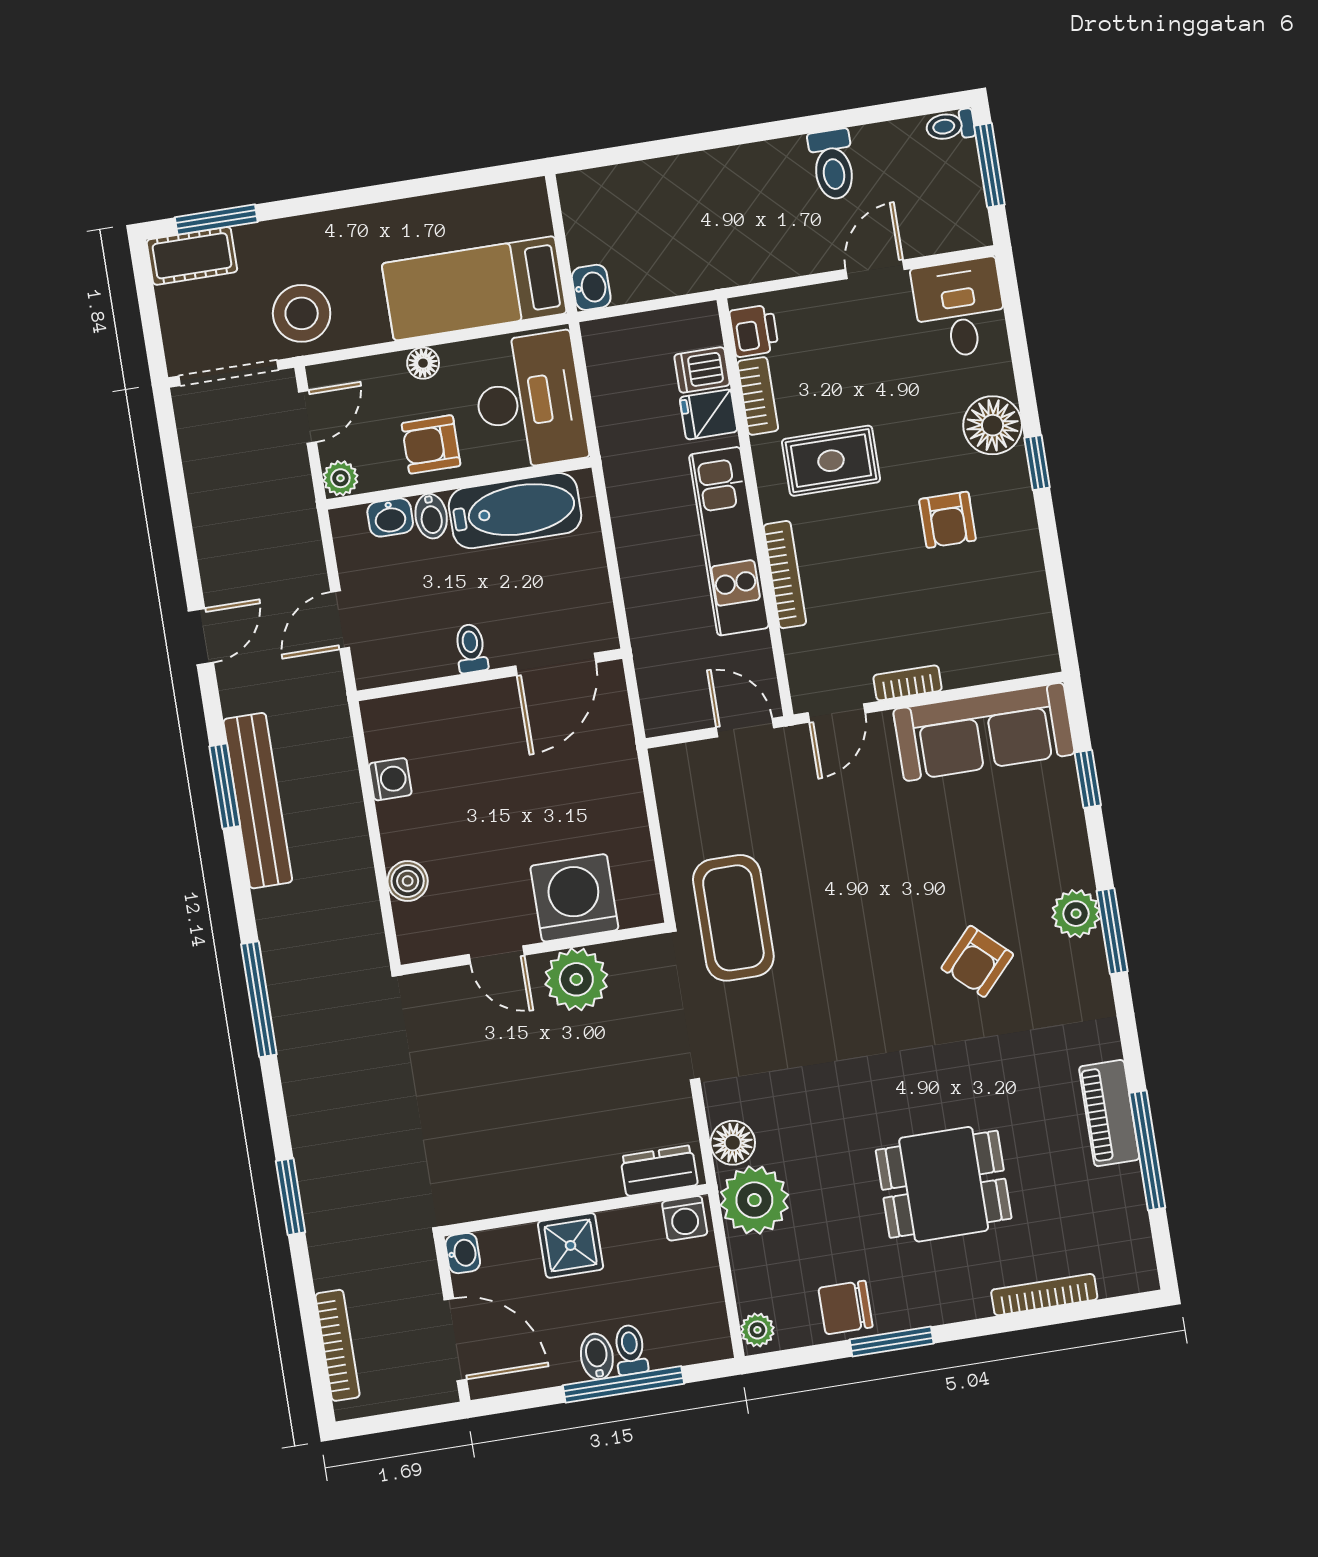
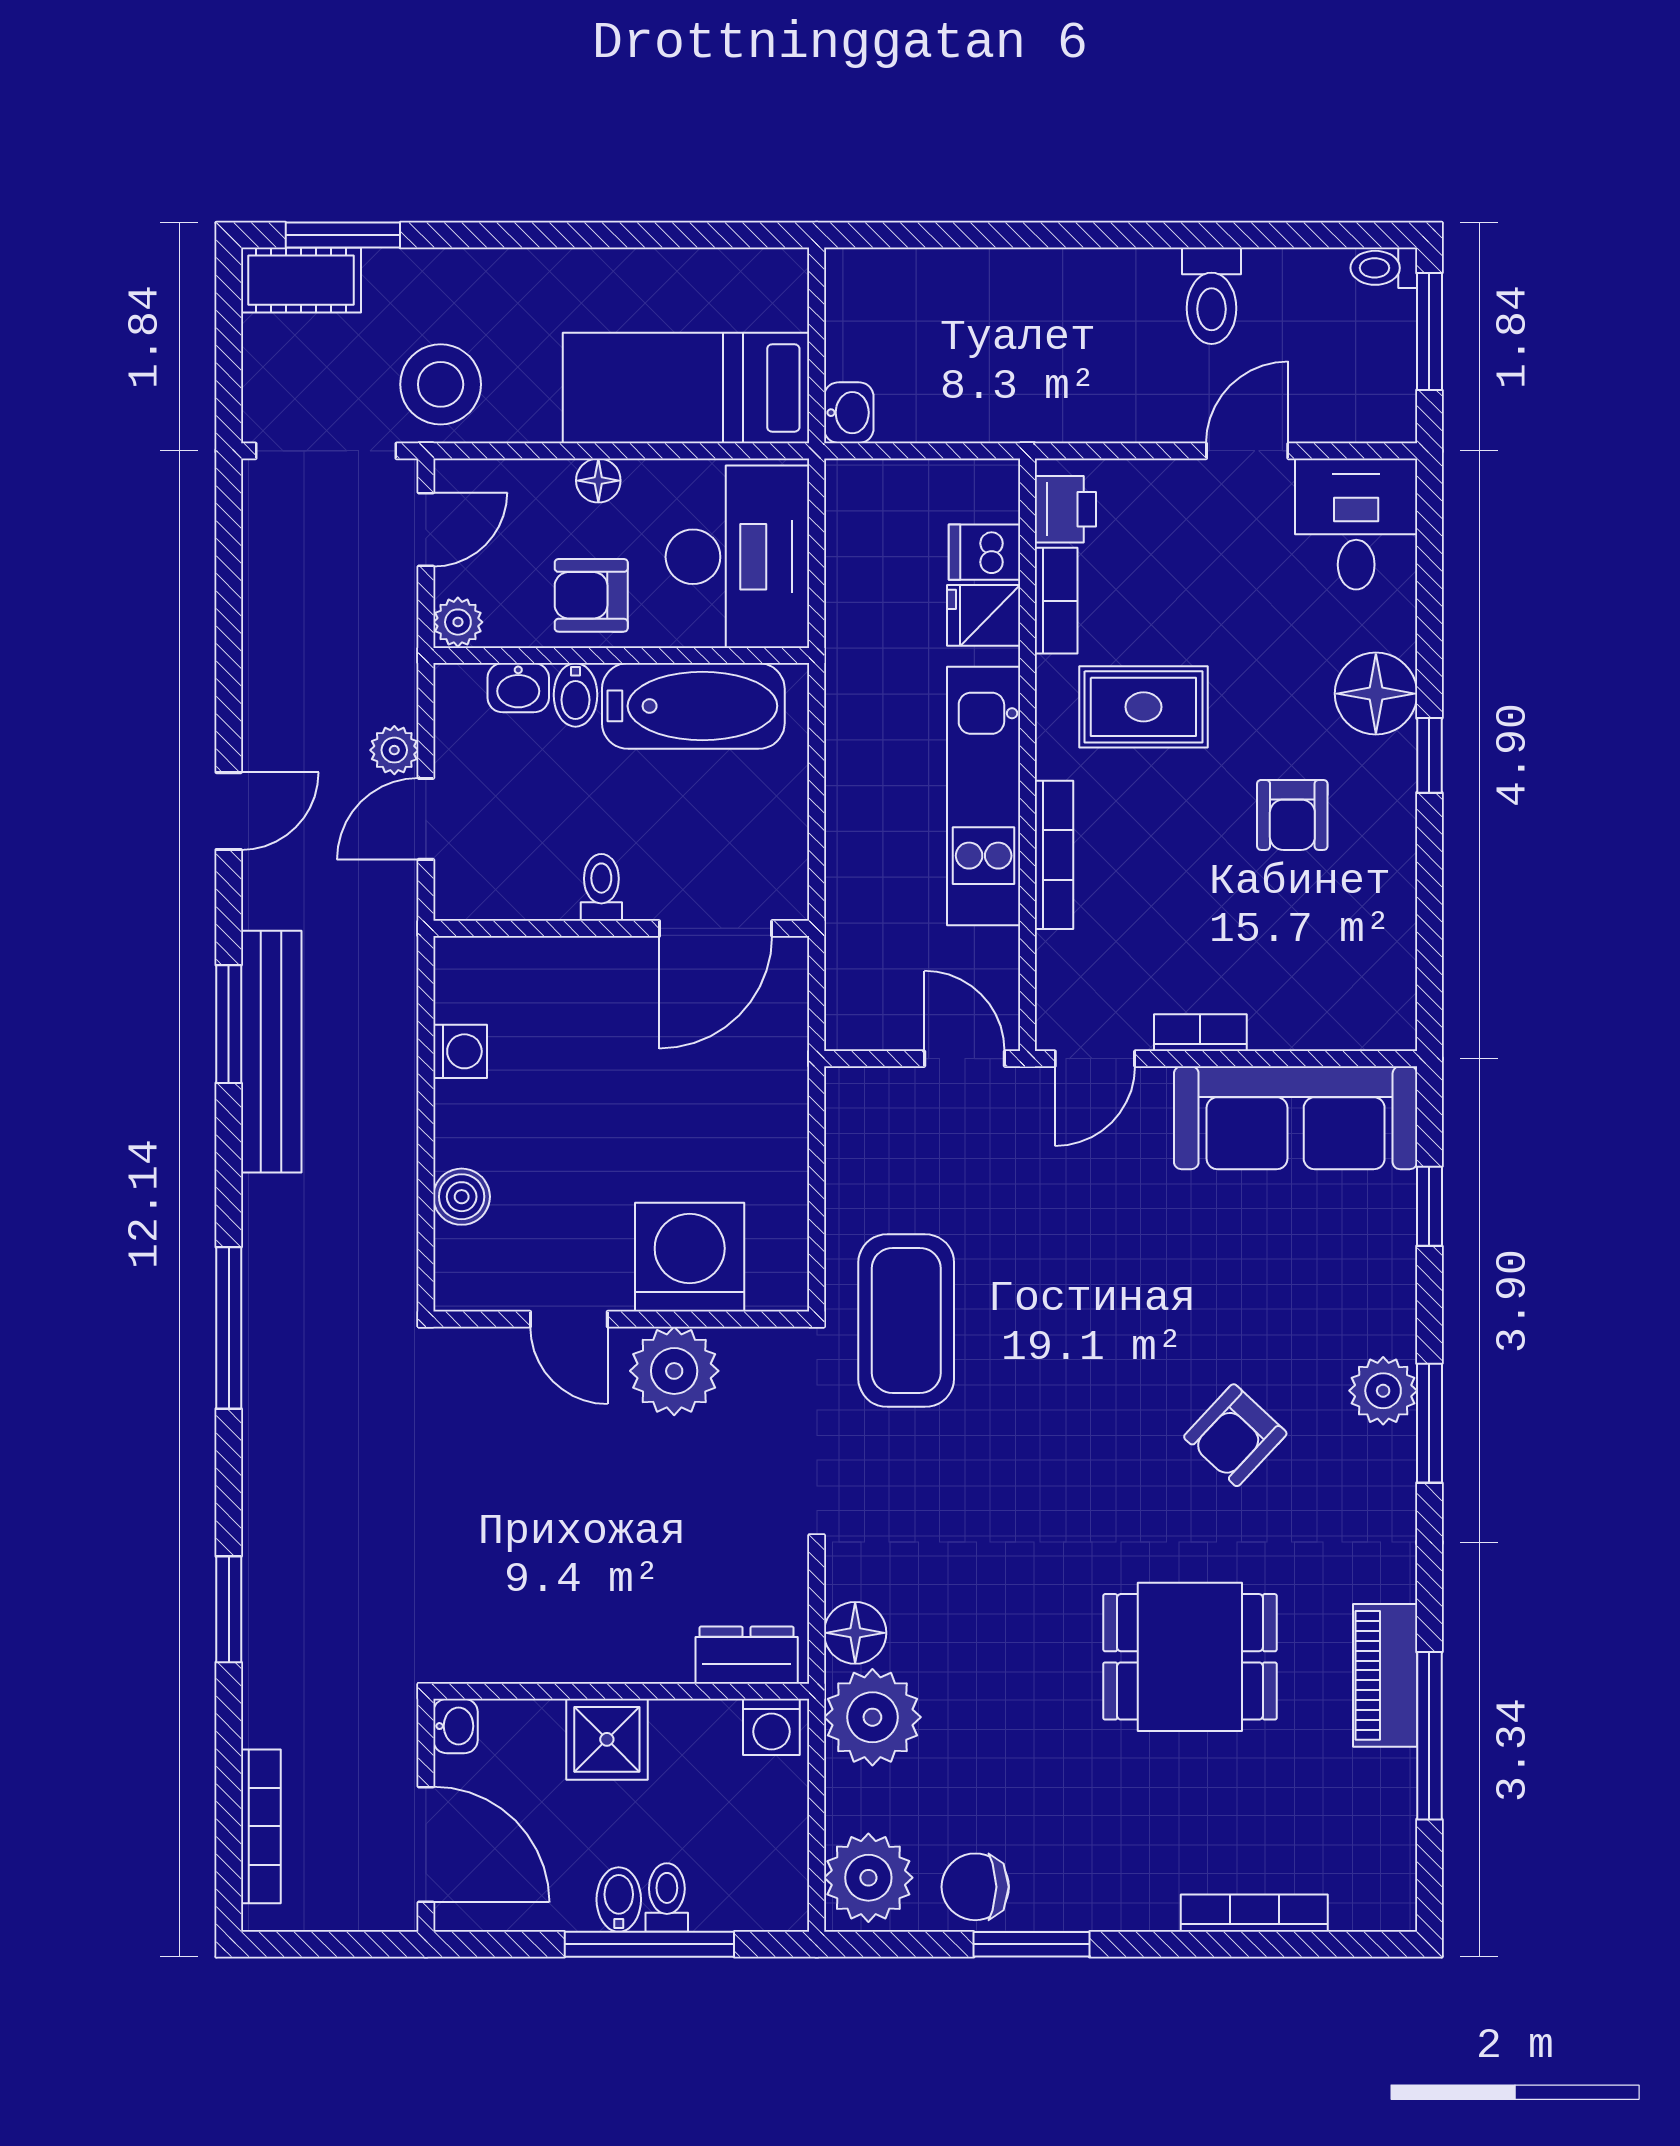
plant: (310, 575) -> (394, 750), added
dining table: (944, 1184) -> (1190, 1657), moved
plant: (757, 1330) -> (868, 1878), width x1.87, depth x1.87

